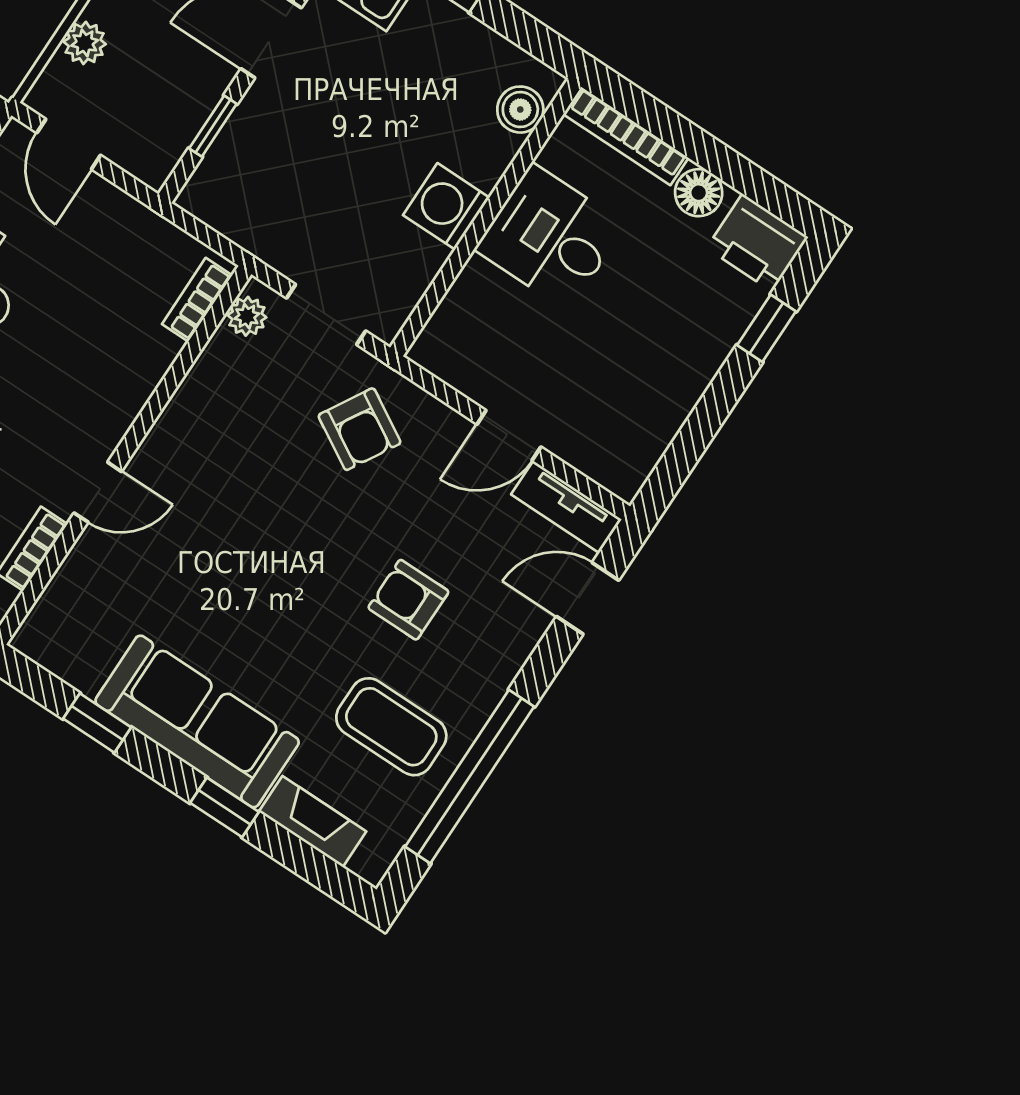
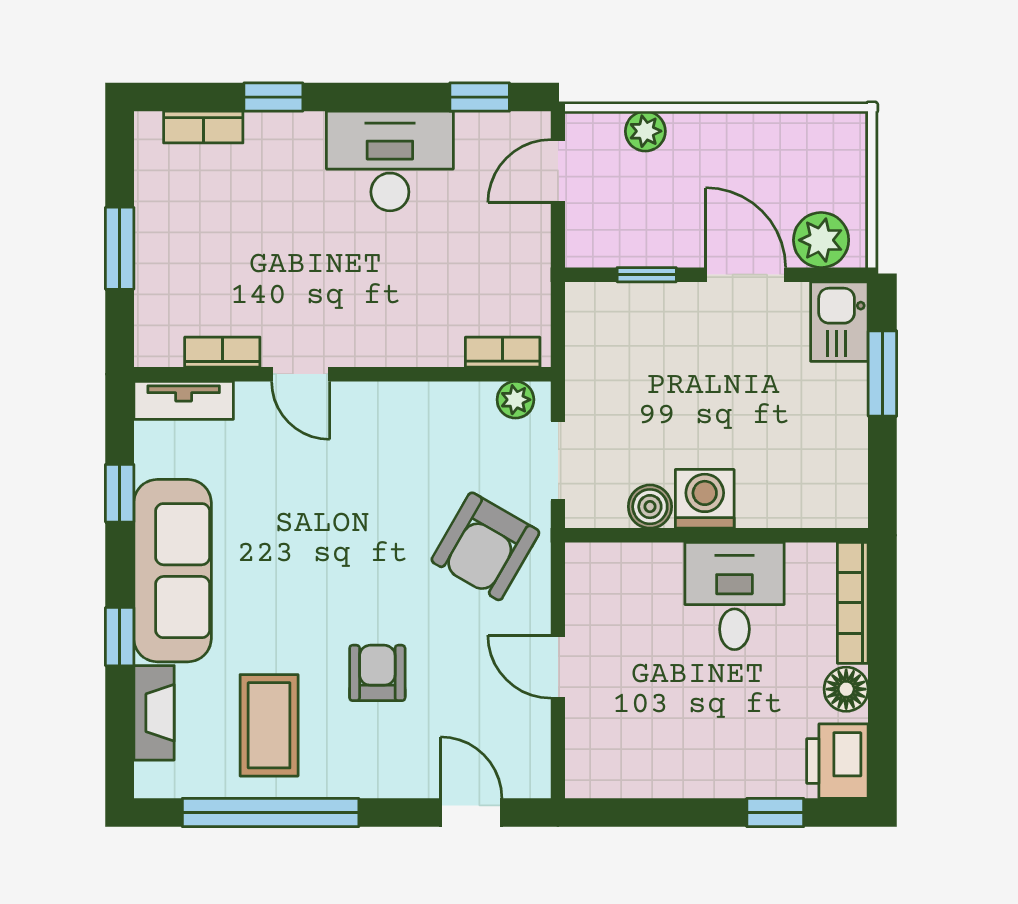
boiler: (520, 110) -> (650, 507), moved
armchair: (360, 429) -> (485, 546), width x1.38, depth x1.38
tv unit: (566, 507) -> (184, 400), moved, turned -90

